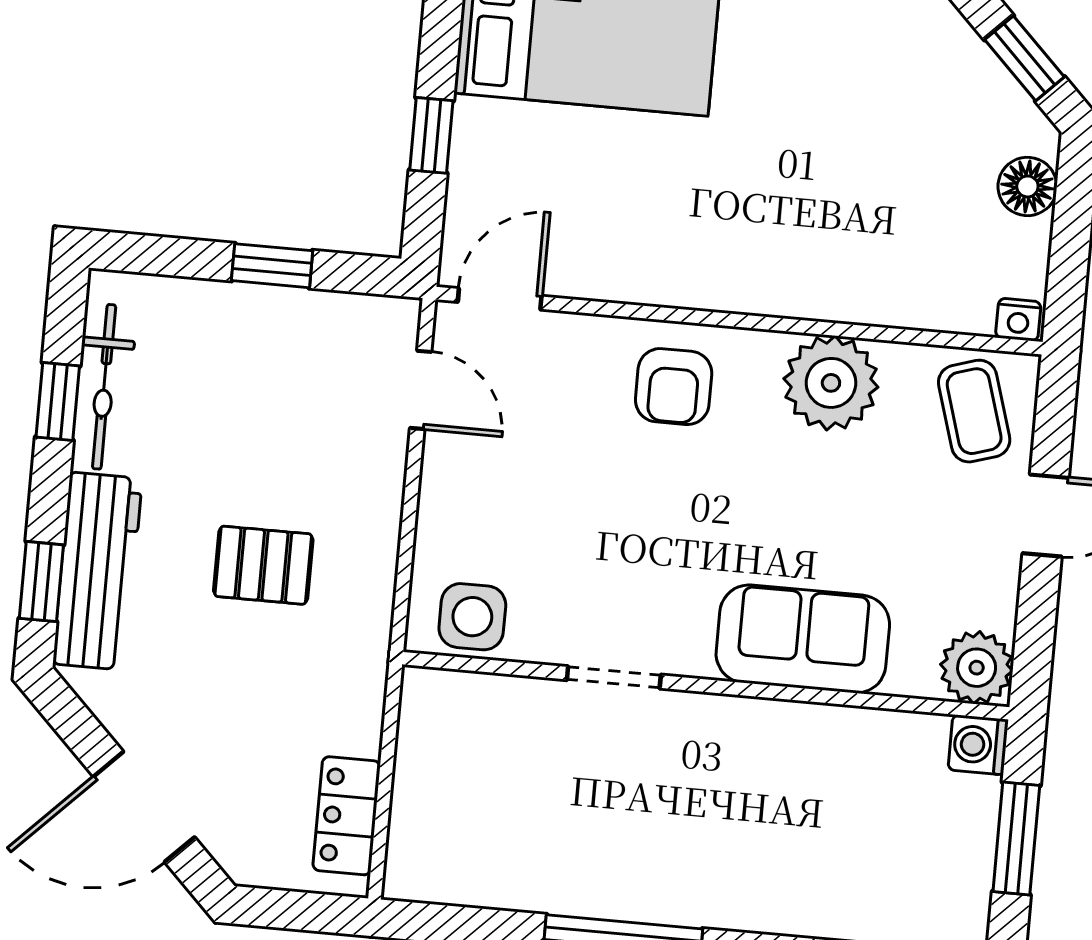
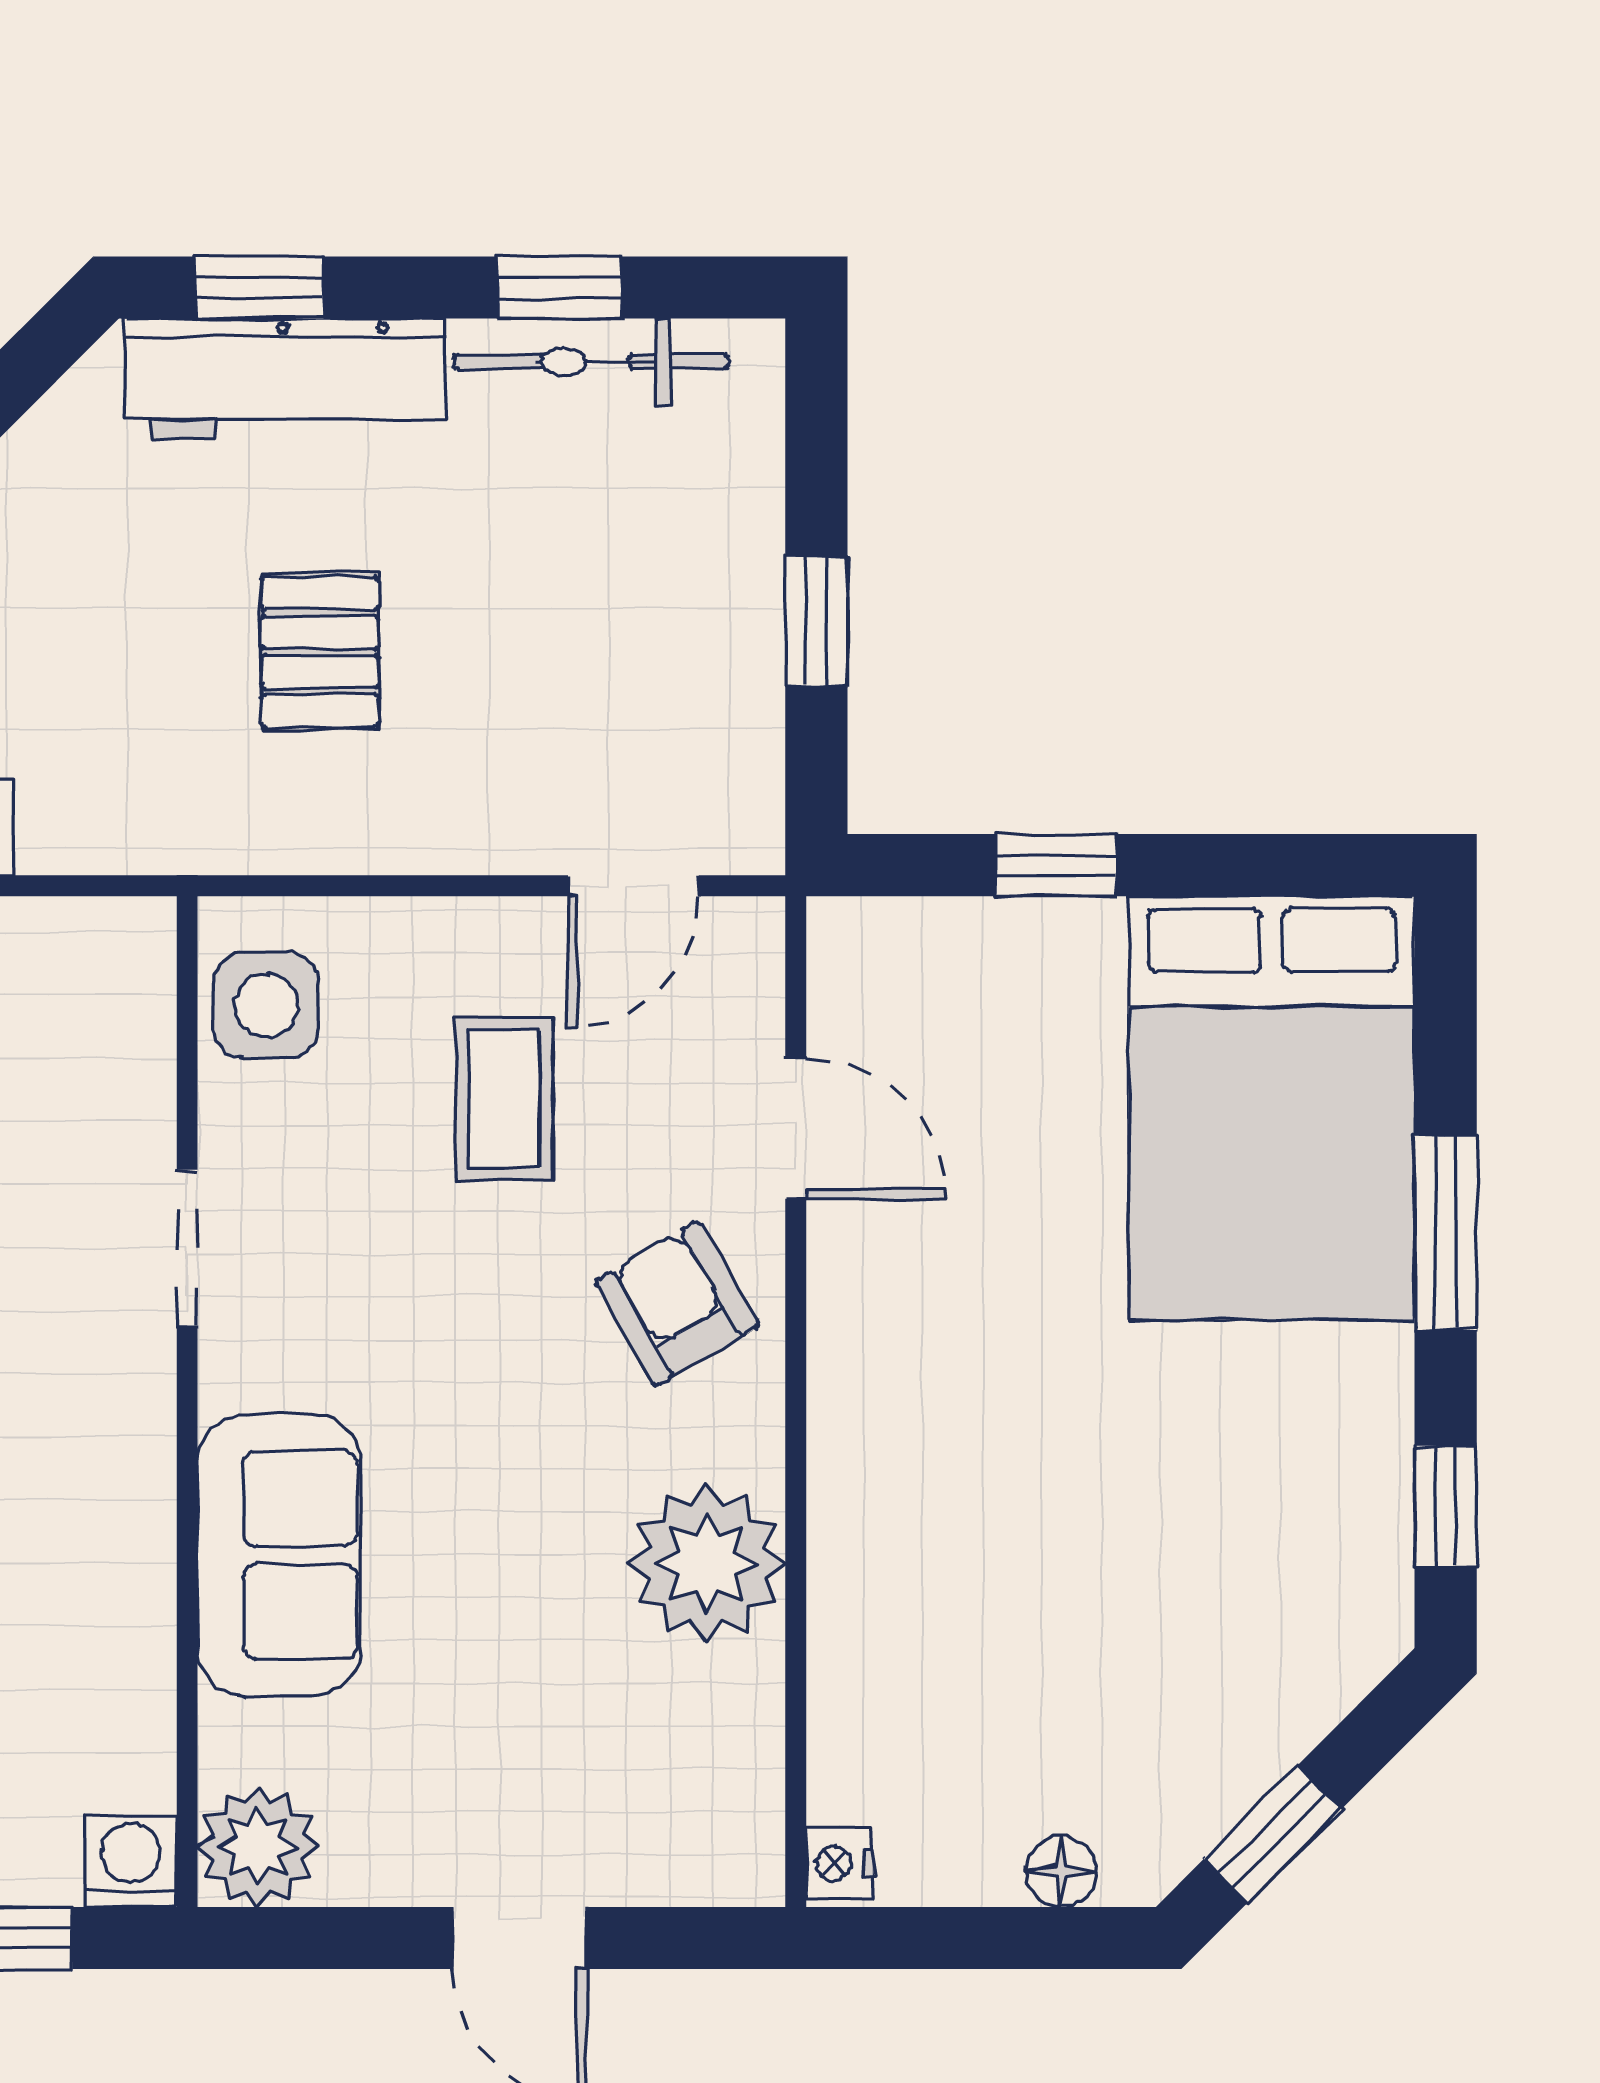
floor lamp: (1027, 186) -> (1061, 1872), width x0.73, depth x0.73
door: (500, 299) -> (796, 1129), moved
armchair: (674, 387) -> (677, 1303), turned 60
coffee table: (974, 411) -> (504, 1099), moved, turned -73

